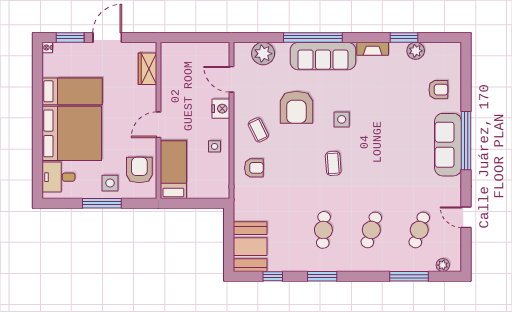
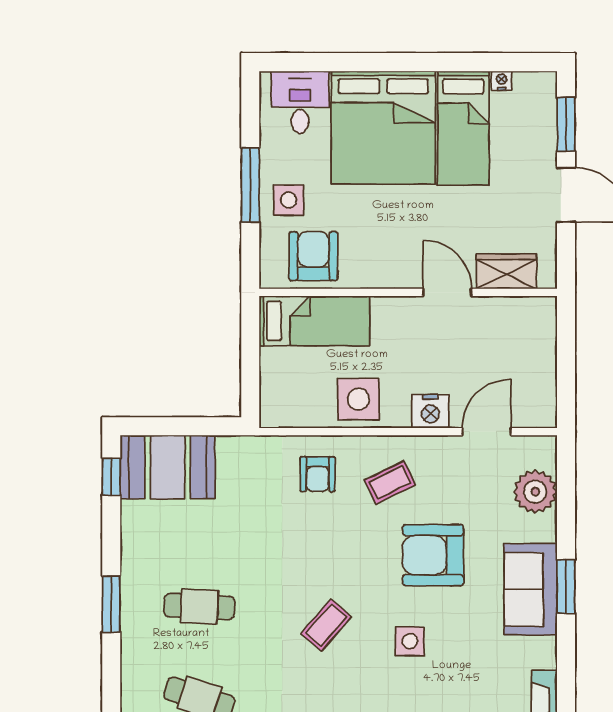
window: (313, 37) -> (566, 587), width x0.47
nightstand: (47, 47) -> (502, 81), moved
sofa: (323, 56) -> (531, 589), width x0.73
door: (158, 125) -> (447, 292), moved
side table: (215, 146) -> (358, 399), width x1.87, depth x1.87
coffee table: (333, 163) -> (326, 625), turned -45
armchair: (139, 170) -> (313, 256), turned -90
window: (273, 276) -> (111, 477), moved

